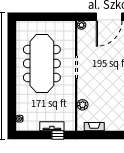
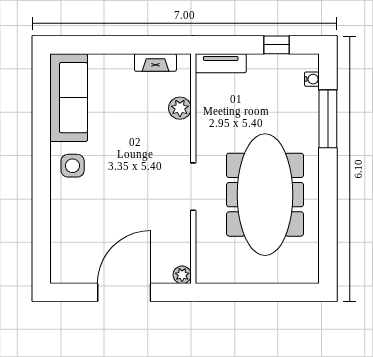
window: (12, 100) -> (328, 119), added
tv unit: (52, 126) -> (221, 63), moved
window: (58, 135) -> (276, 45), moved

